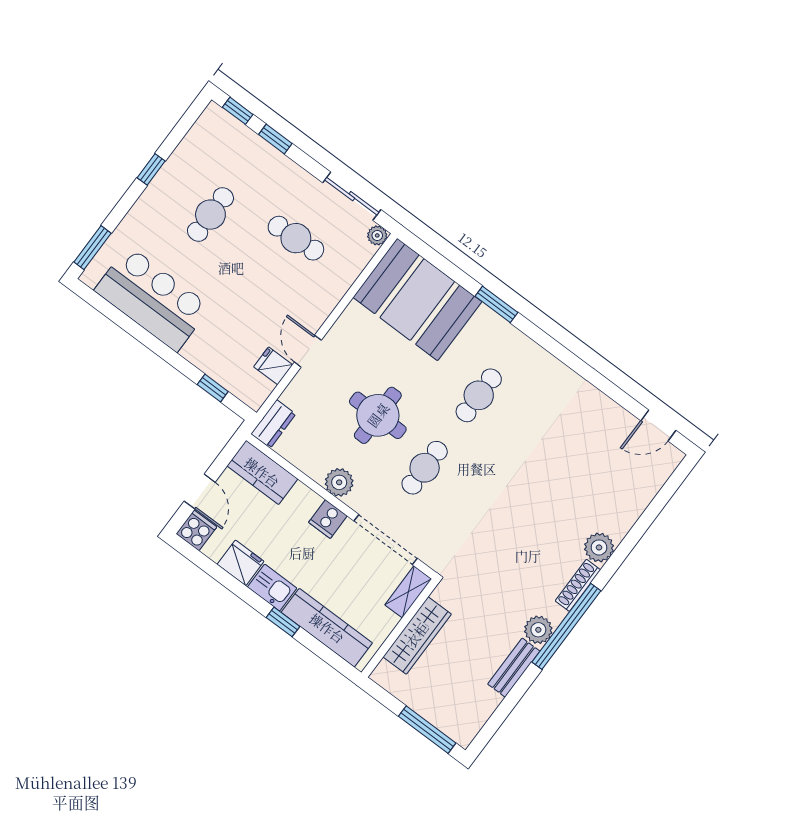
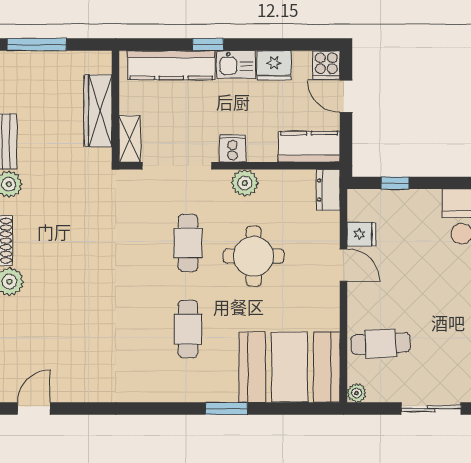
sliding door: (352, 196) -> (431, 408), moved
cafe table: (296, 238) -> (381, 344), moved

